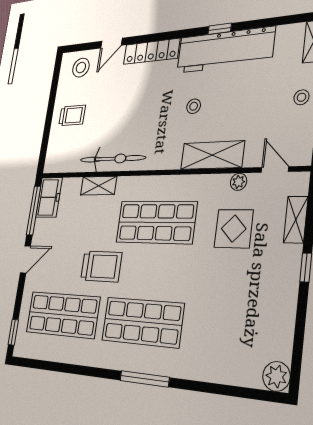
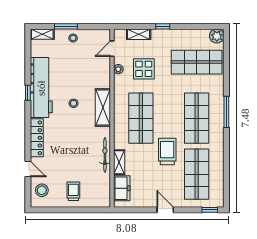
shelving: (212, 155) -> (103, 108), moved
bicycle: (112, 159) -> (105, 155), width x0.73, depth x0.71
freezer: (49, 197) -> (122, 188), moved, turned 90
window: (34, 210) -> (134, 210), removed
shop shelf: (234, 330) -> (197, 62), added

